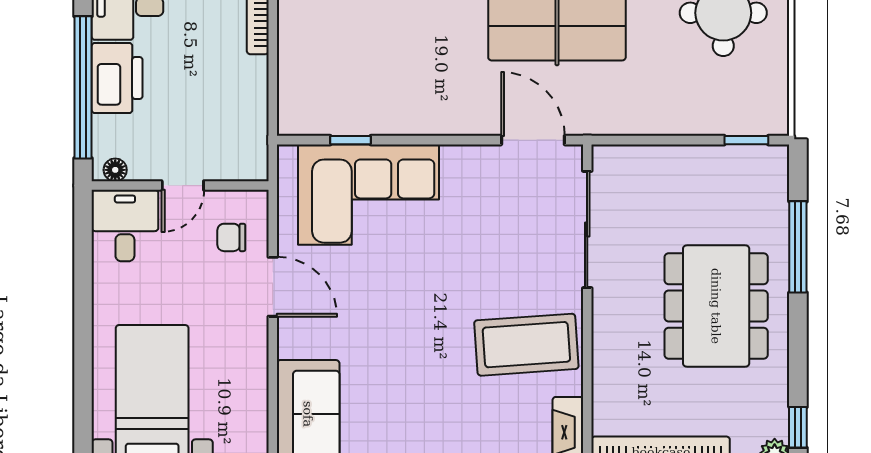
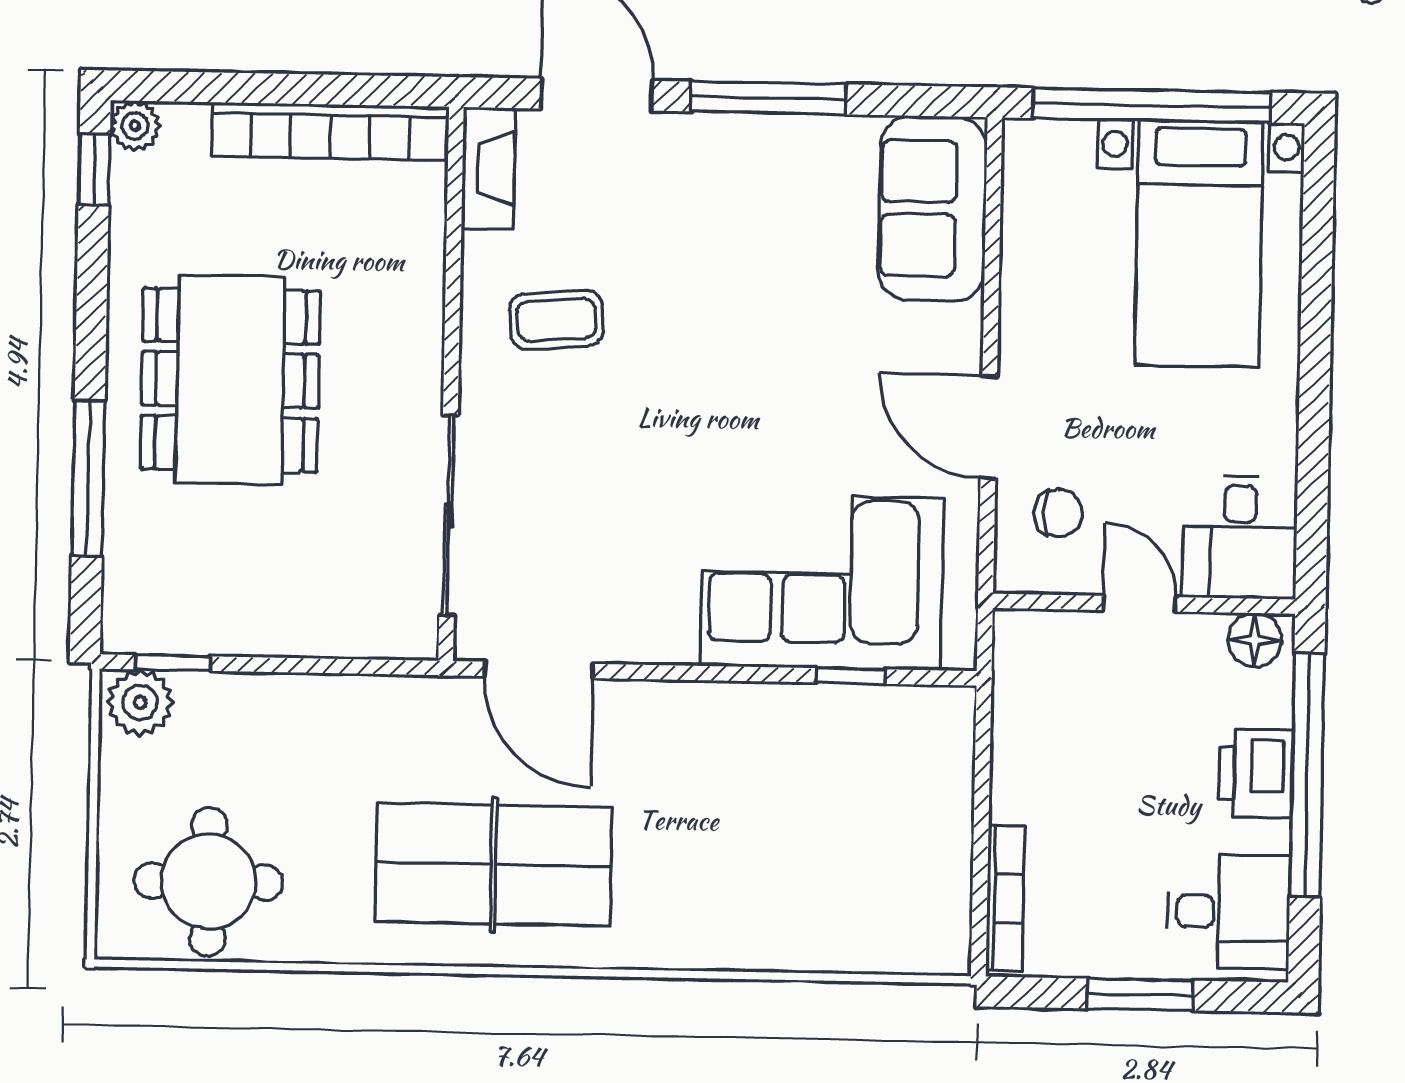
printer: (117, 78) -> (1256, 774), width x0.73, depth x0.84
plant: (765, 117) -> (140, 702), added
floor lamp: (115, 170) -> (1255, 640), width x1.37, depth x1.37
door: (183, 186) -> (1139, 604), hinge flipped
coffee table: (526, 345) -> (556, 320), width x0.54, depth x0.58

